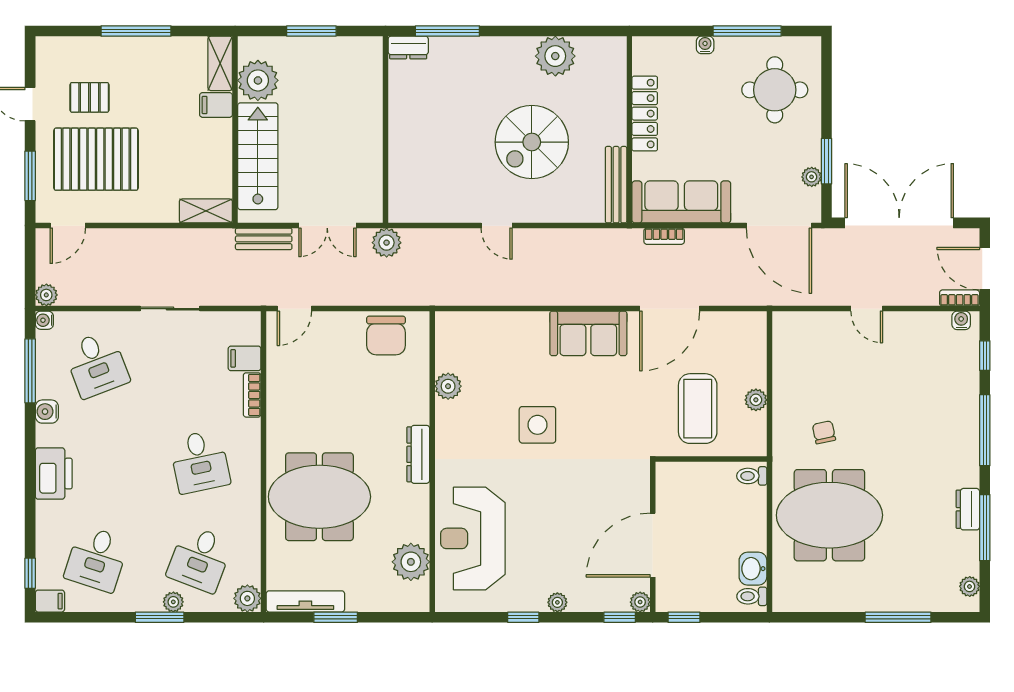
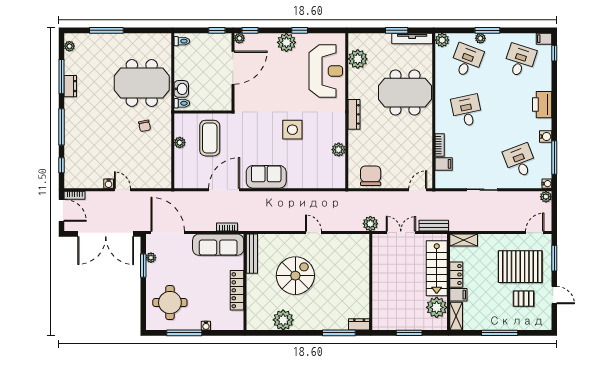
locker: (220, 144) -> (456, 275), added
water cooler: (961, 320) -> (109, 184), moved
washbasin: (753, 569) -> (181, 89), moved
plant: (557, 602) -> (286, 42), width x1.87, depth x1.87

